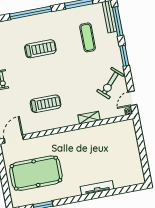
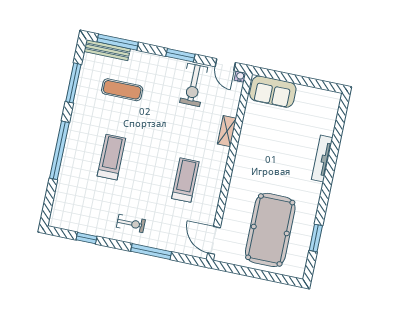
window: (124, 56) -> (180, 55), moved
exercise bike: (110, 83) -> (194, 85), turned 47
sofa: (128, 137) -> (273, 92), added

